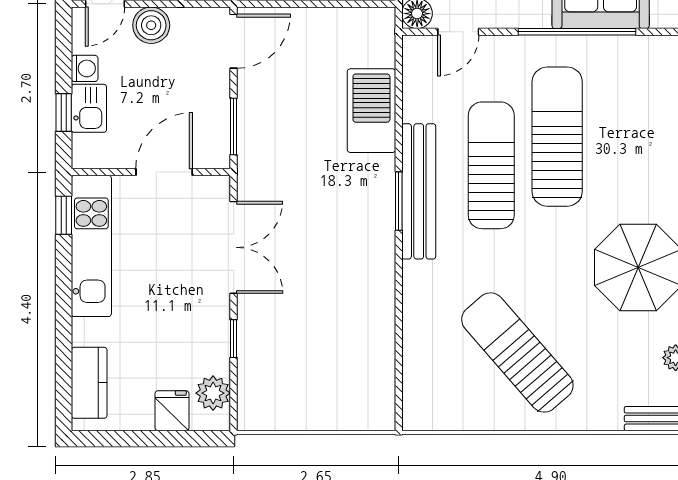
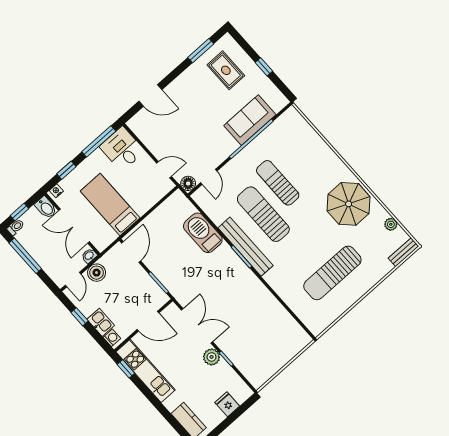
washing machine: (85, 68) -> (112, 338), moved
window: (64, 113) -> (80, 317), moved
sun lounger: (557, 137) -> (278, 183), width x0.73, depth x0.75
door: (164, 172) -> (148, 321), swing flipped
sun lounger: (517, 352) -> (332, 273), turned -49
plant: (213, 393) -> (212, 357), moved

